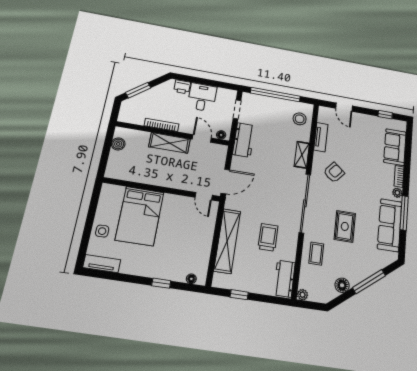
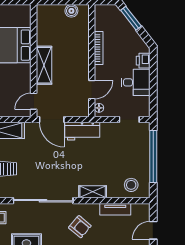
workbench: (244, 140) -> (82, 131), moved
shelving: (169, 143) -> (44, 65), moved

